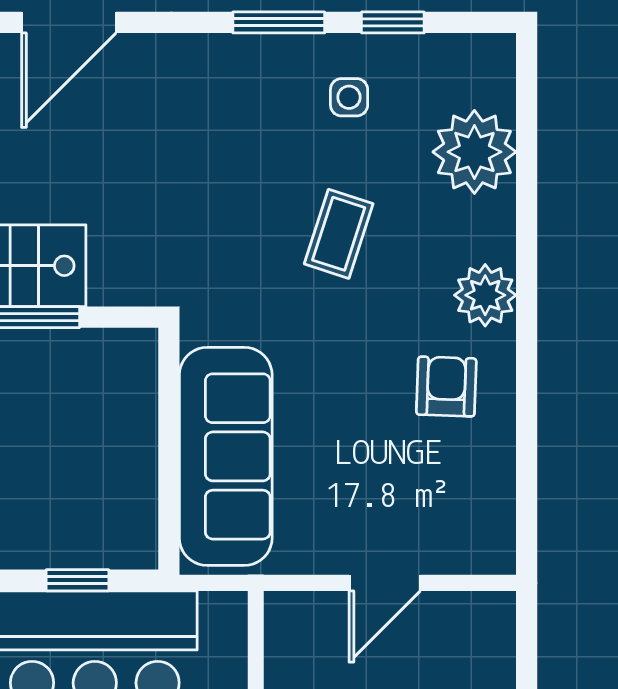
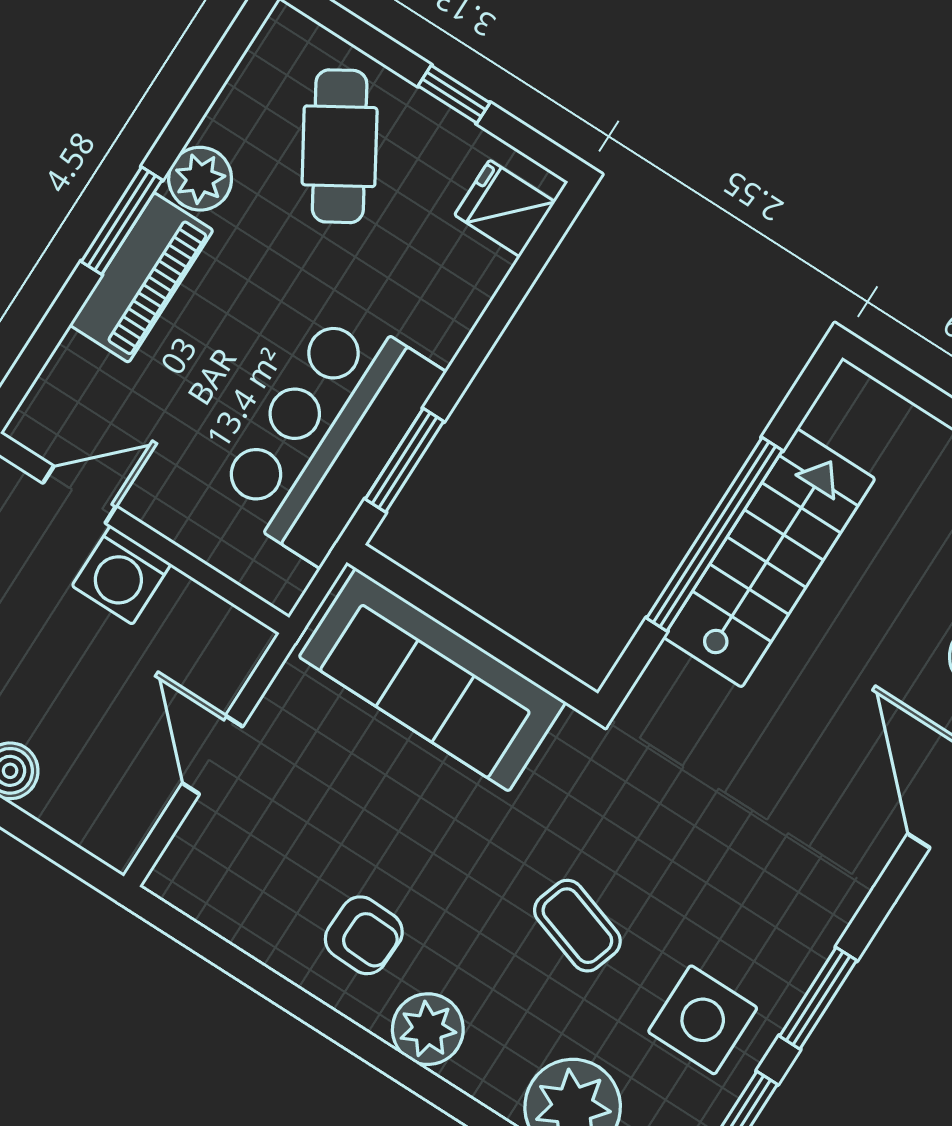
side table: (349, 97) -> (703, 1020), width x1.87, depth x1.87
window: (77, 580) -> (404, 460), width x1.50

